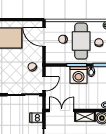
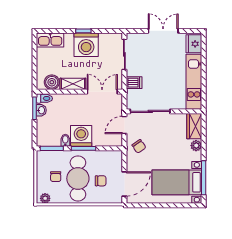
door: (44, 37) -> (124, 184), hinge flipped
double door: (62, 111) -> (102, 92), swing flipped

